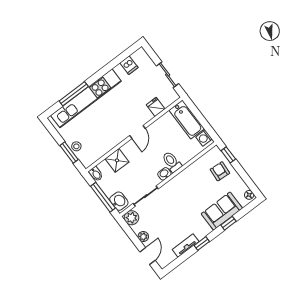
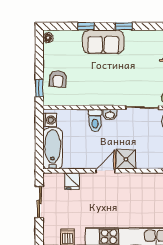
shower: (117, 160) -> (126, 159), moved
sofa: (222, 211) -> (103, 42), moved
tv unit: (186, 245) -> (140, 36), removed

